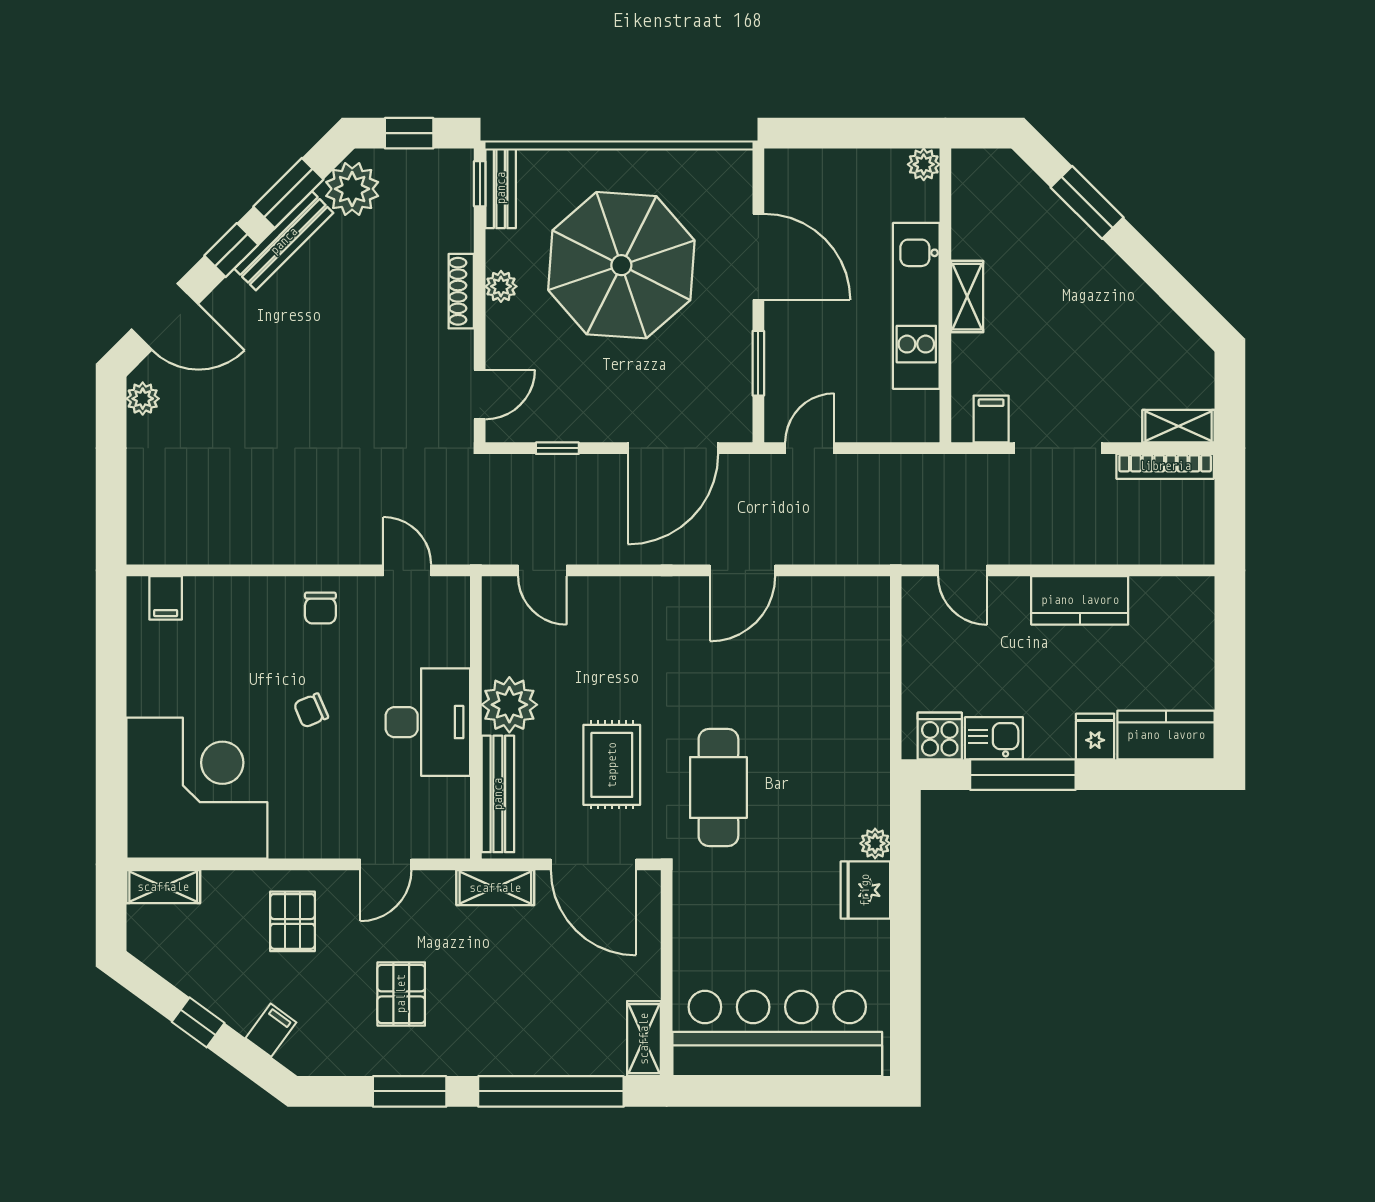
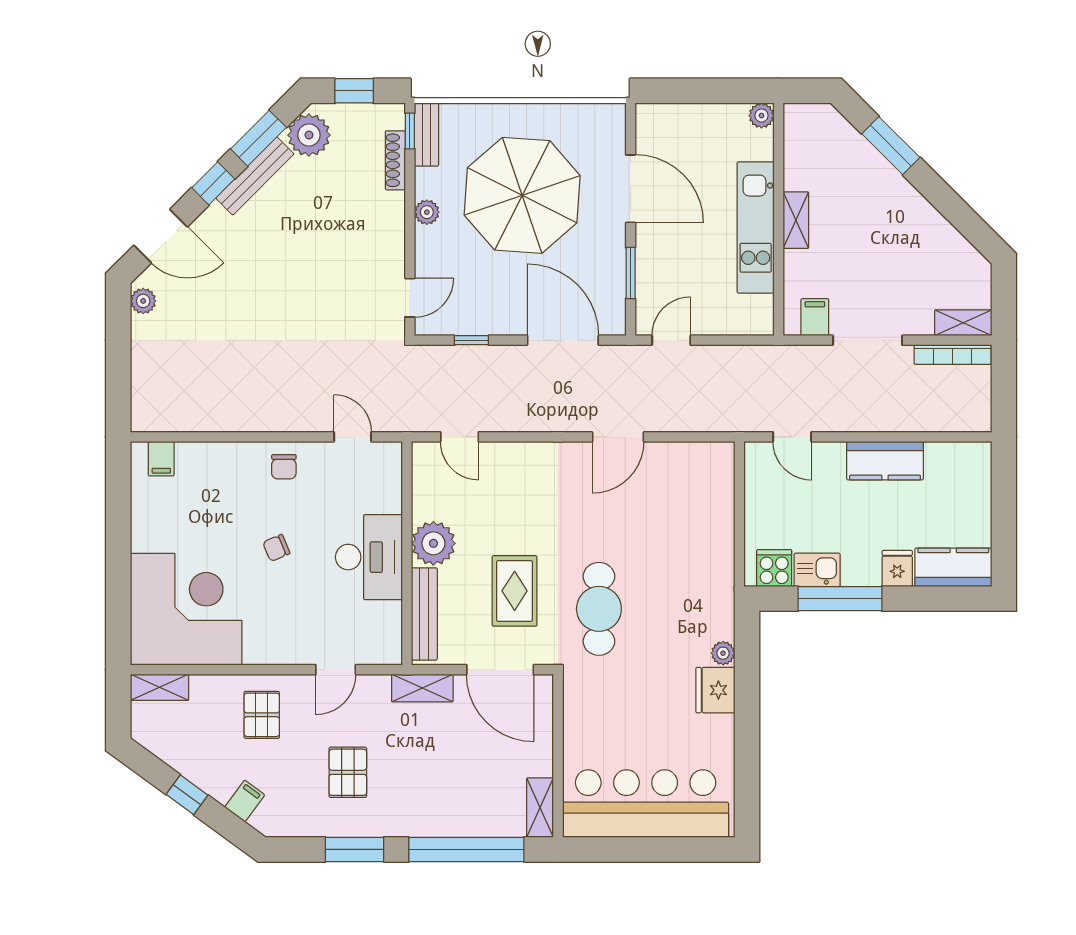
shoe rack: (461, 291) -> (395, 160), moved
door: (673, 448) -> (563, 340), swing flipped

